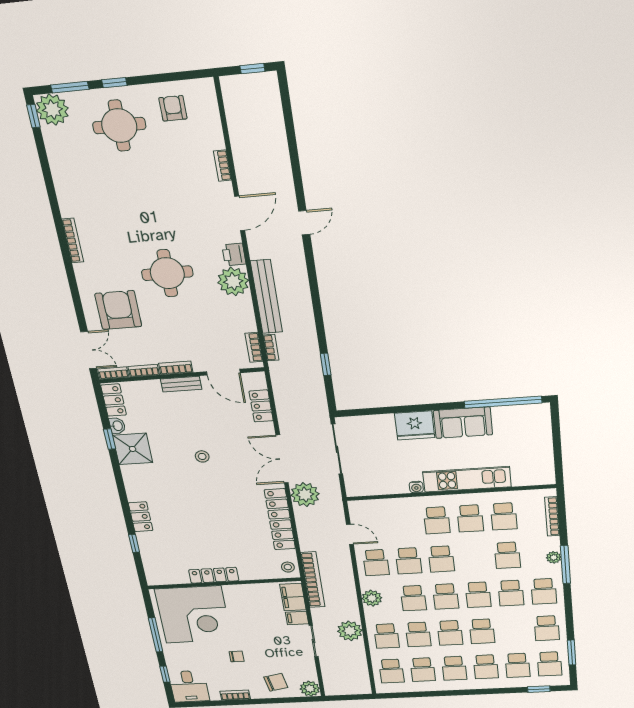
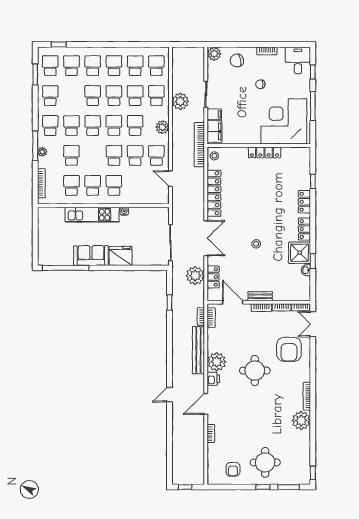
plant: (52, 110) -> (301, 420), moved
locker: (114, 400) -> (304, 229), moved
plant: (305, 495) -> (195, 276), moved

